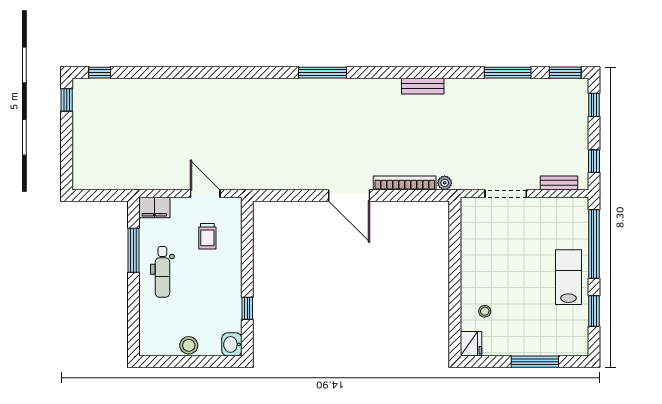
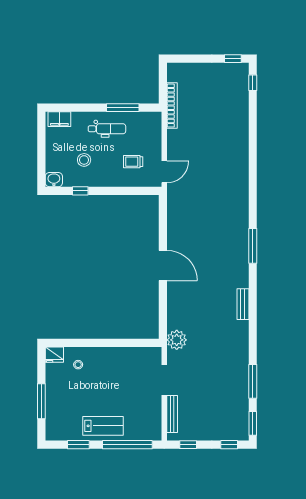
bench: (423, 86) -> (243, 304), moved
bookcase: (405, 183) -> (172, 106), moved
plant: (445, 183) -> (177, 340), width x1.88, depth x1.88
bench: (559, 183) -> (172, 414), width x1.36
door: (205, 194) -> (164, 172), moved
door: (349, 195) -> (163, 265), swing flipped
filing cabinet: (154, 208) -> (59, 119), moved, turned -90
dental chair: (162, 272) -> (107, 129), turned 180
stool: (189, 345) -> (84, 160), moved

